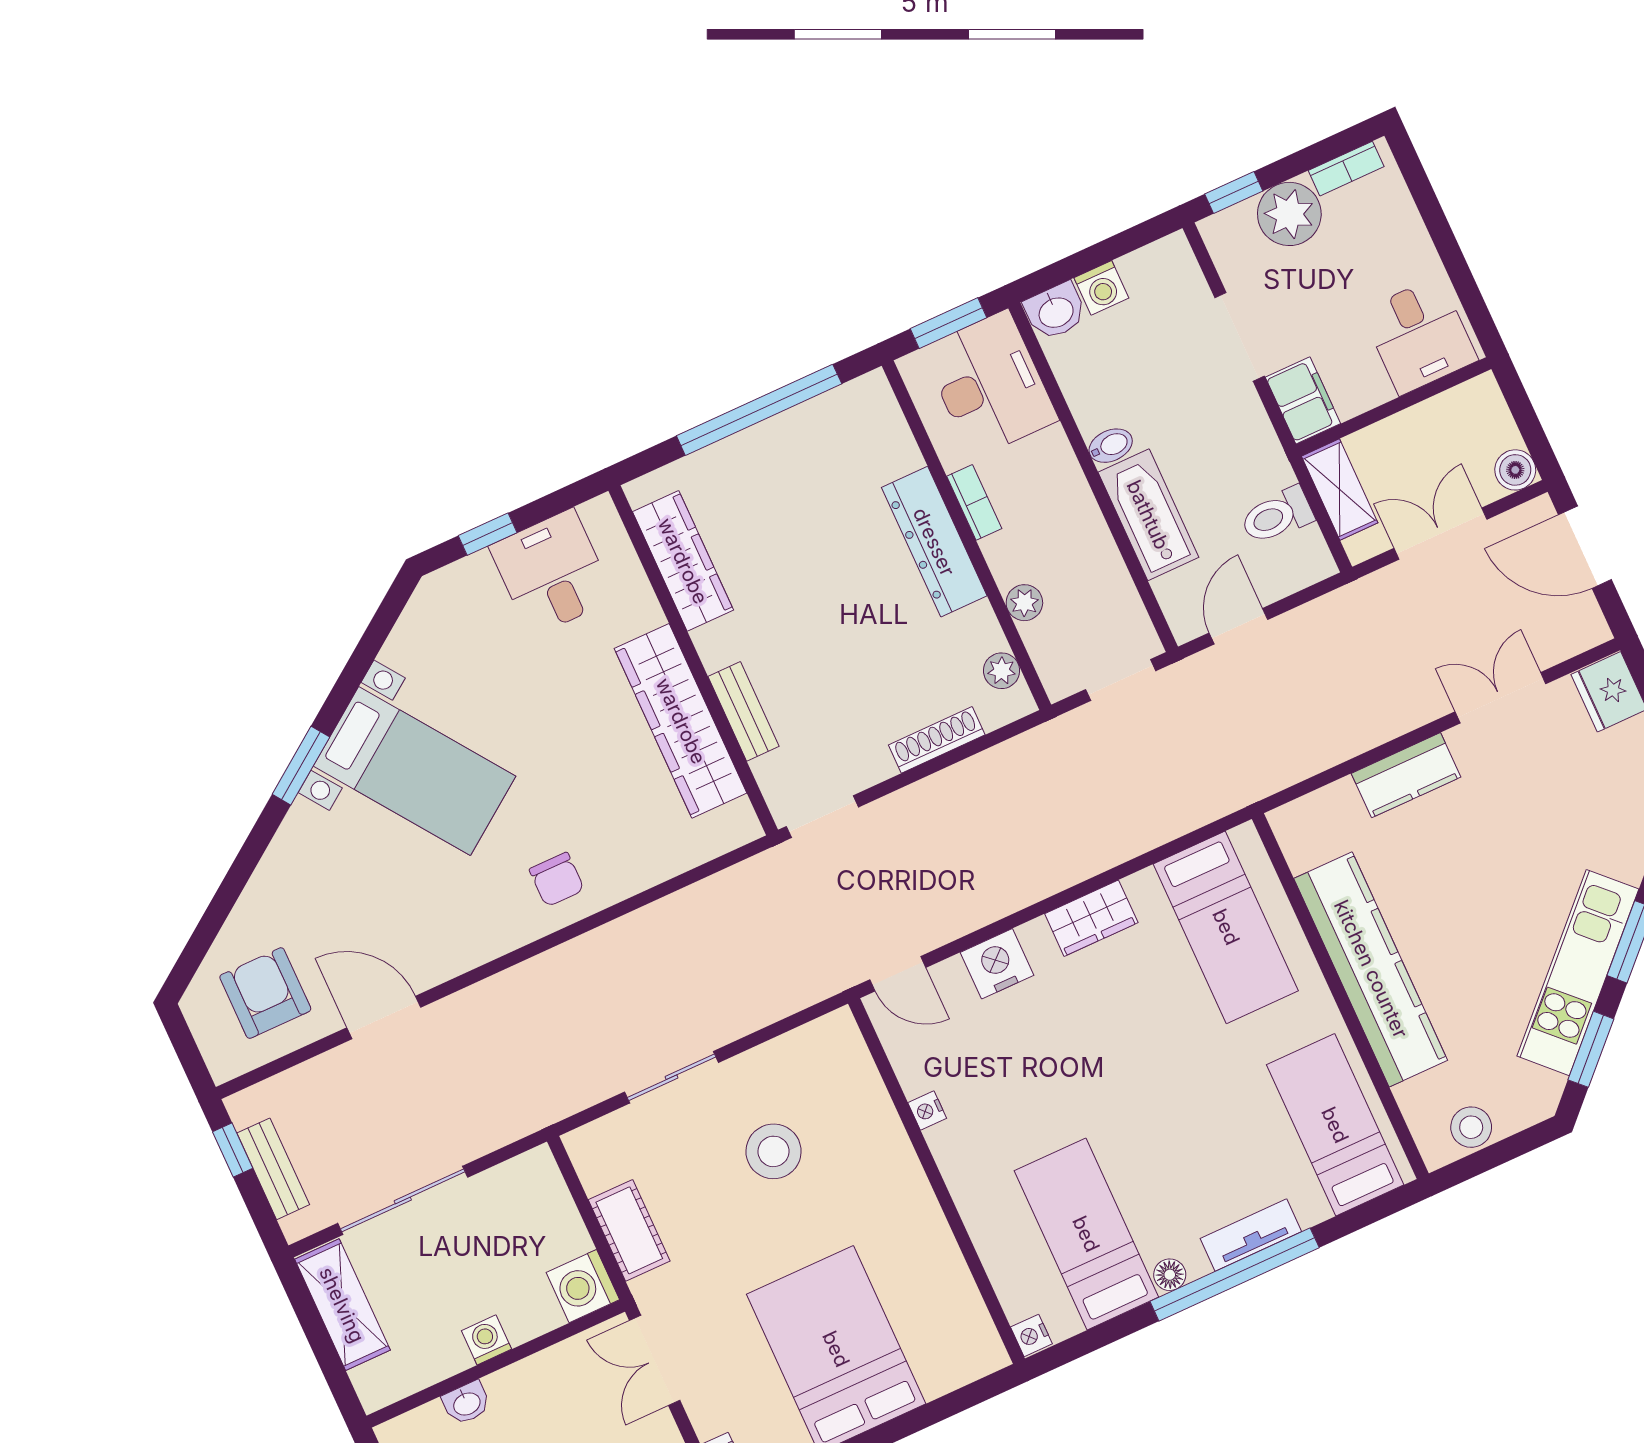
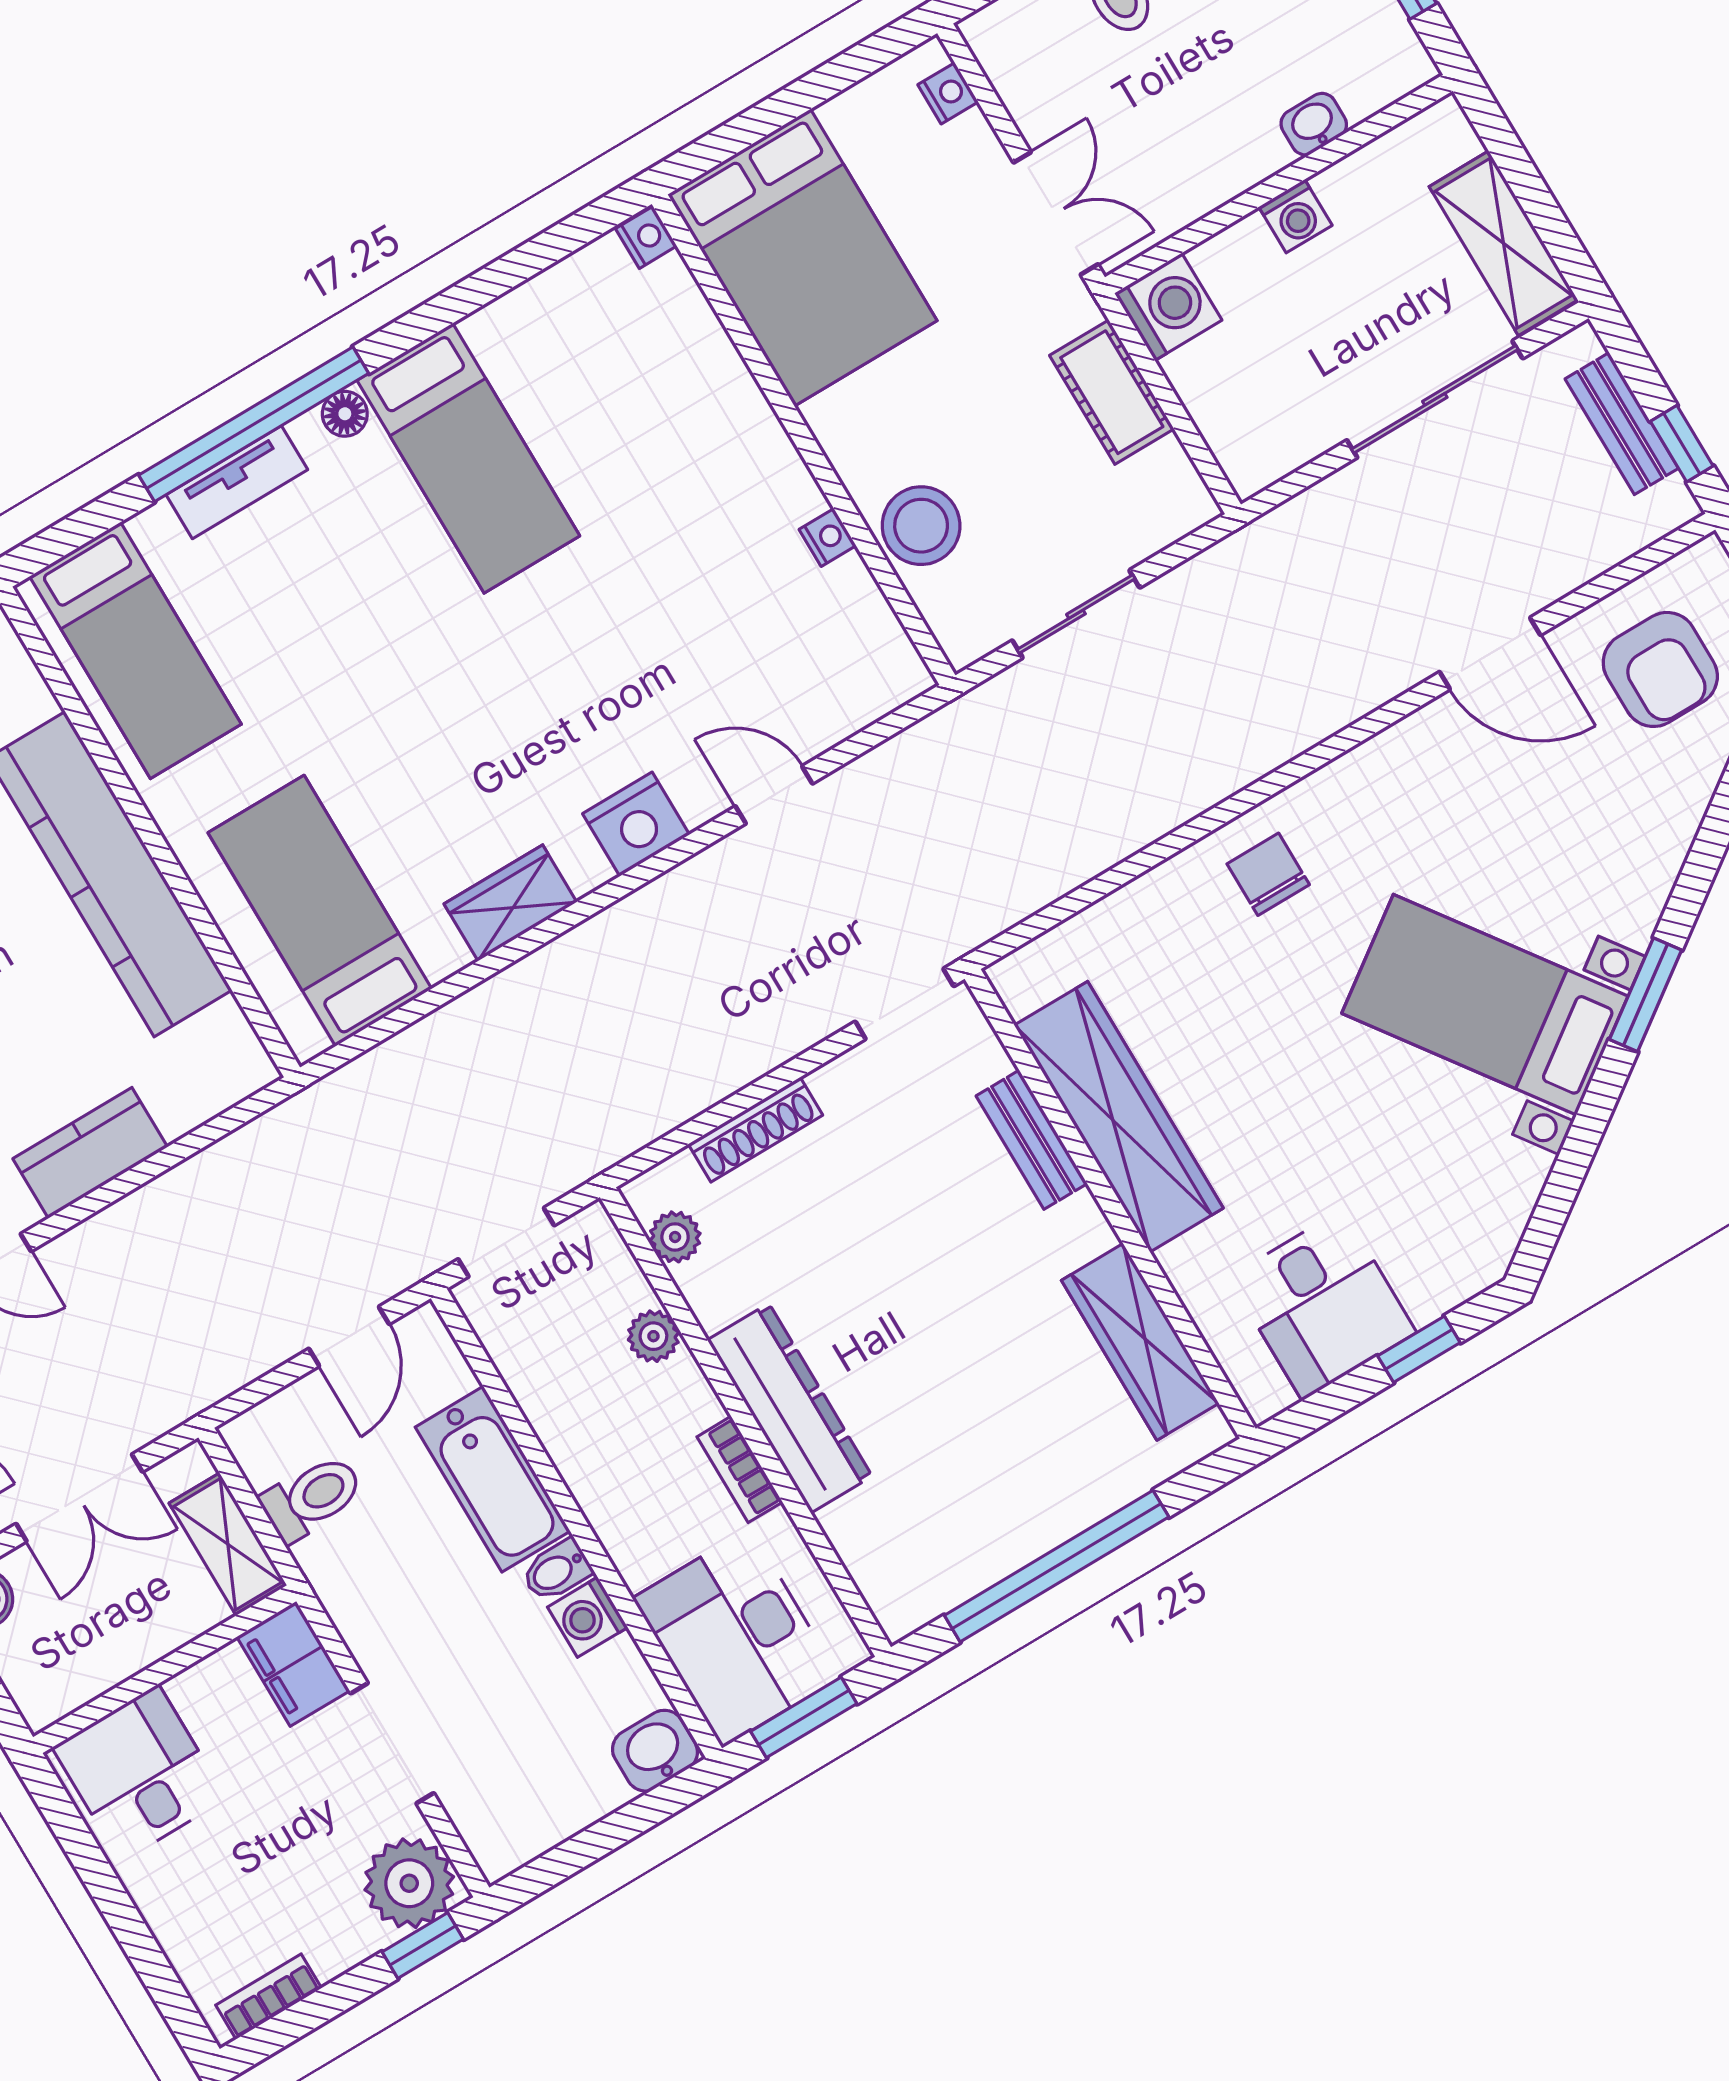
plant: (1289, 214) -> (409, 1883), moved
washing machine: (1101, 288) -> (588, 1617), moved, turned -90
nightstand: (927, 1110) -> (828, 537), moved
wall: (936, 1181) -> (804, 440), moved
nightstand: (1031, 1335) -> (646, 237), moved

